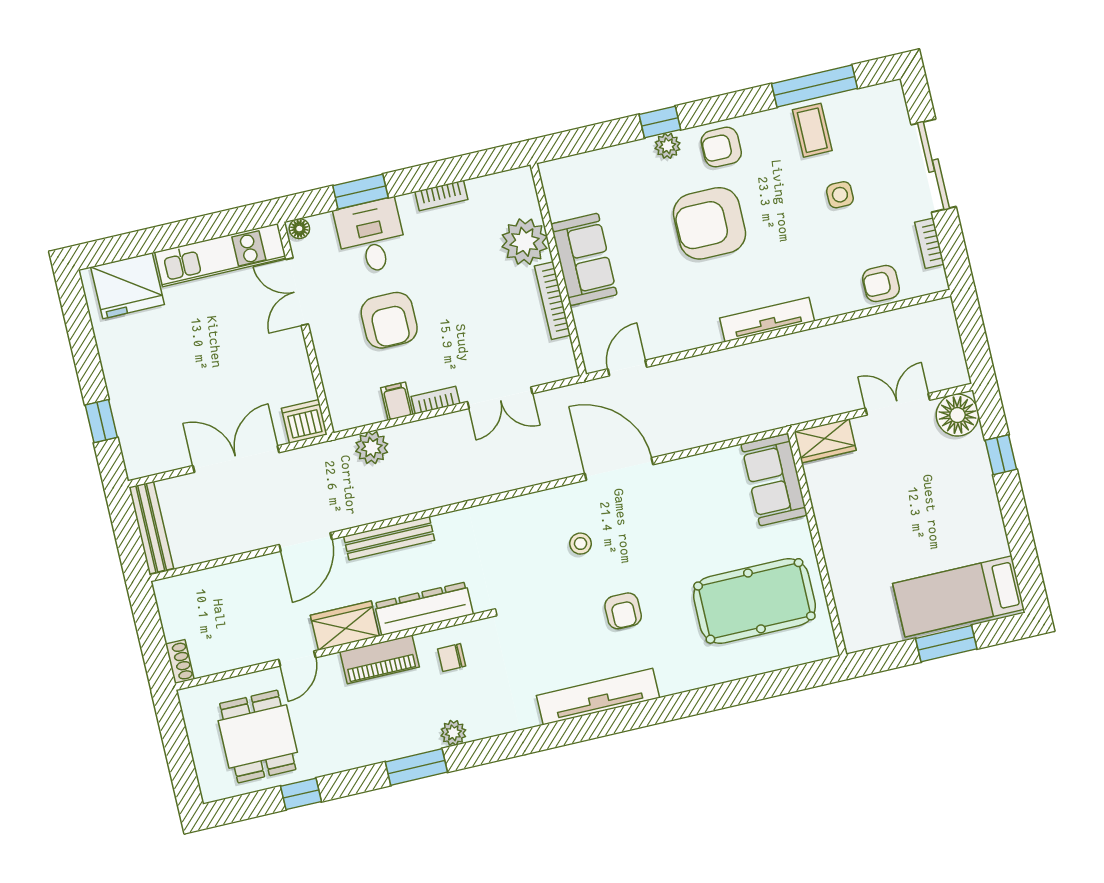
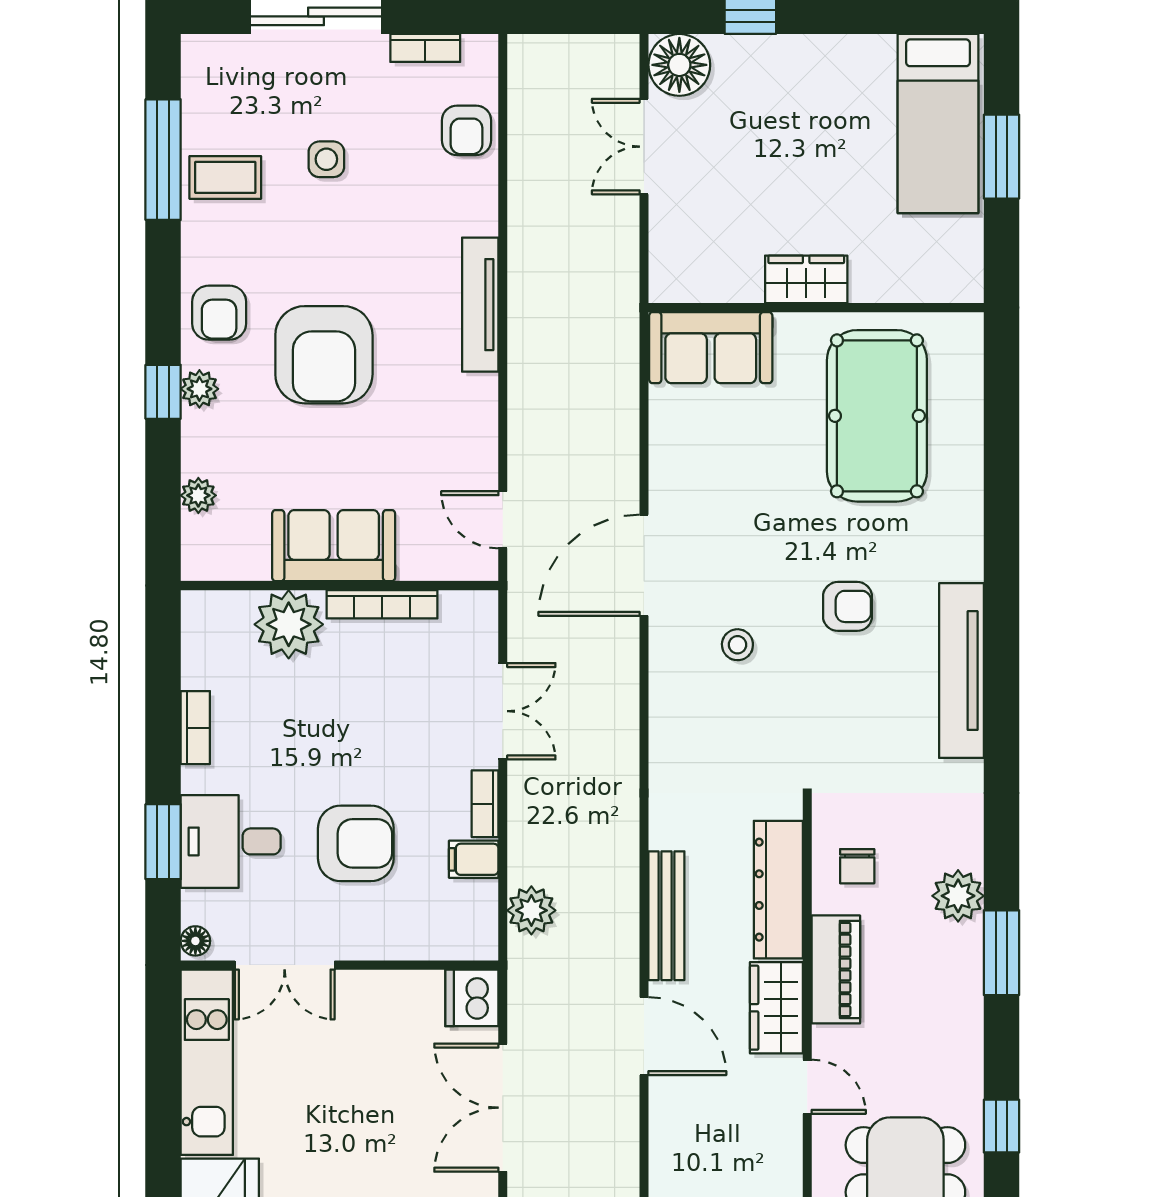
plant: (596, 162) -> (198, 495), added
wardrobe: (825, 441) -> (806, 279), moved, turned -90
plant: (453, 733) -> (958, 896), width x1.38, depth x1.38

